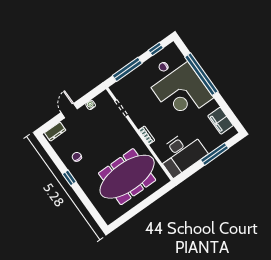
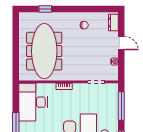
window: (69, 178) -> (45, 9), moved

